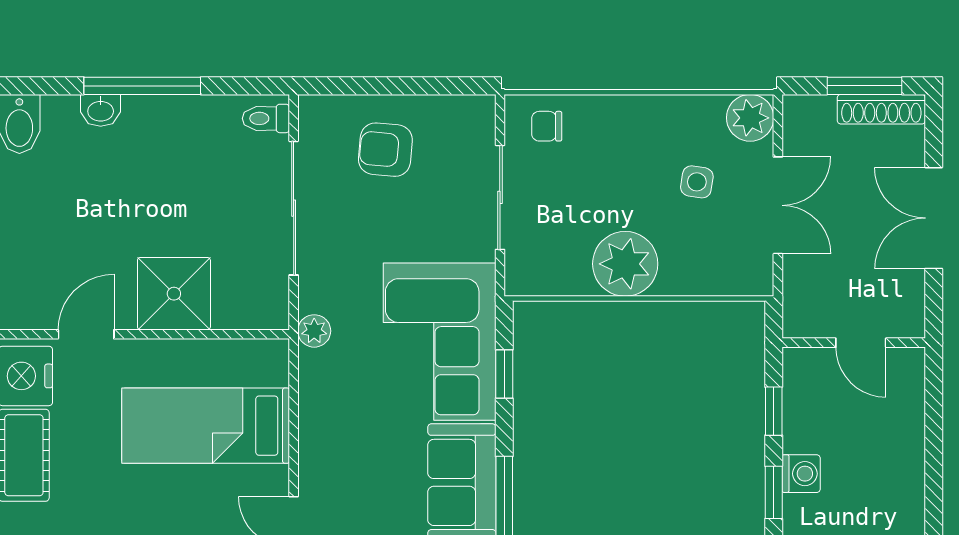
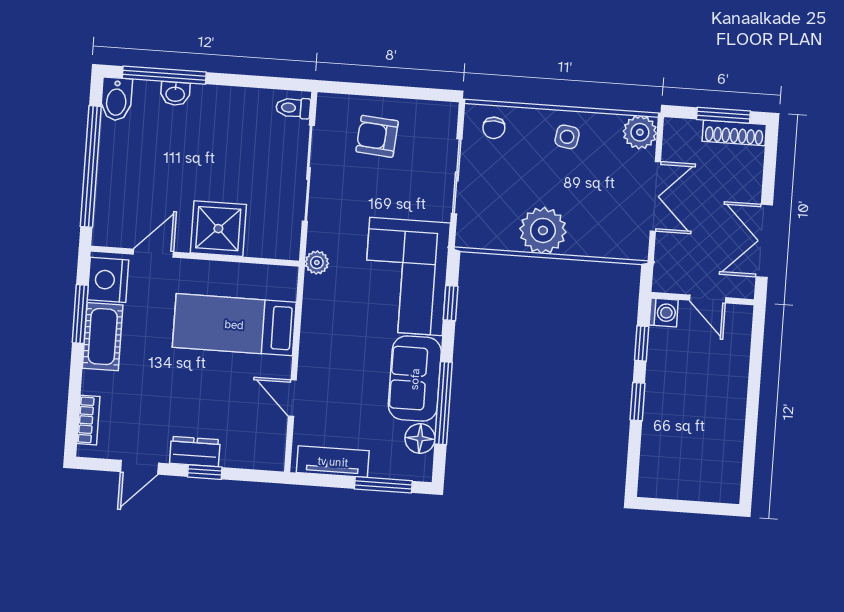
window: (142, 86) -> (164, 75), moved
chair: (547, 126) -> (494, 128), turned -90
side table: (697, 182) -> (567, 137), moved
double door: (934, 218) -> (764, 241), moved
washing machine: (801, 474) -> (664, 312), moved

